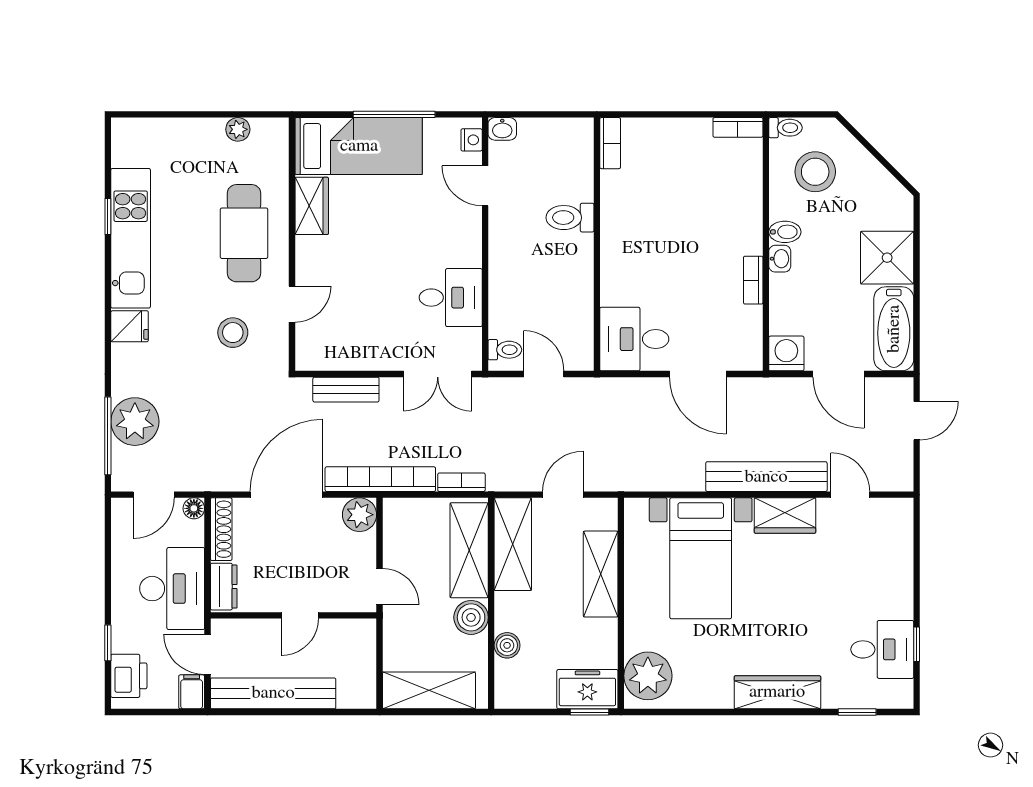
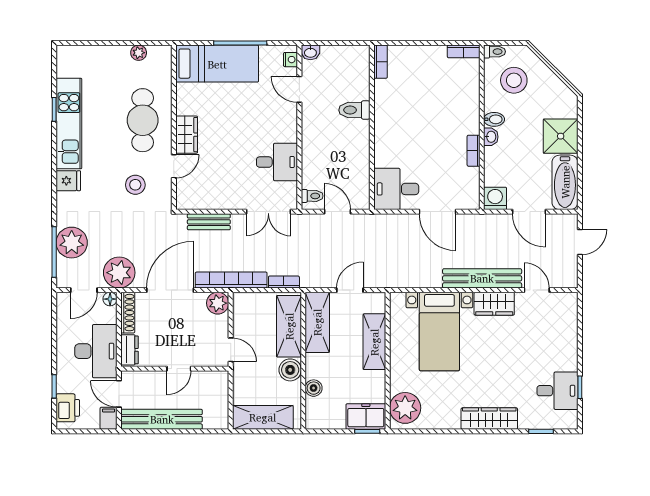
wardrobe: (312, 206) -> (187, 135), moved
plant: (208, 468) -> (119, 273), added

